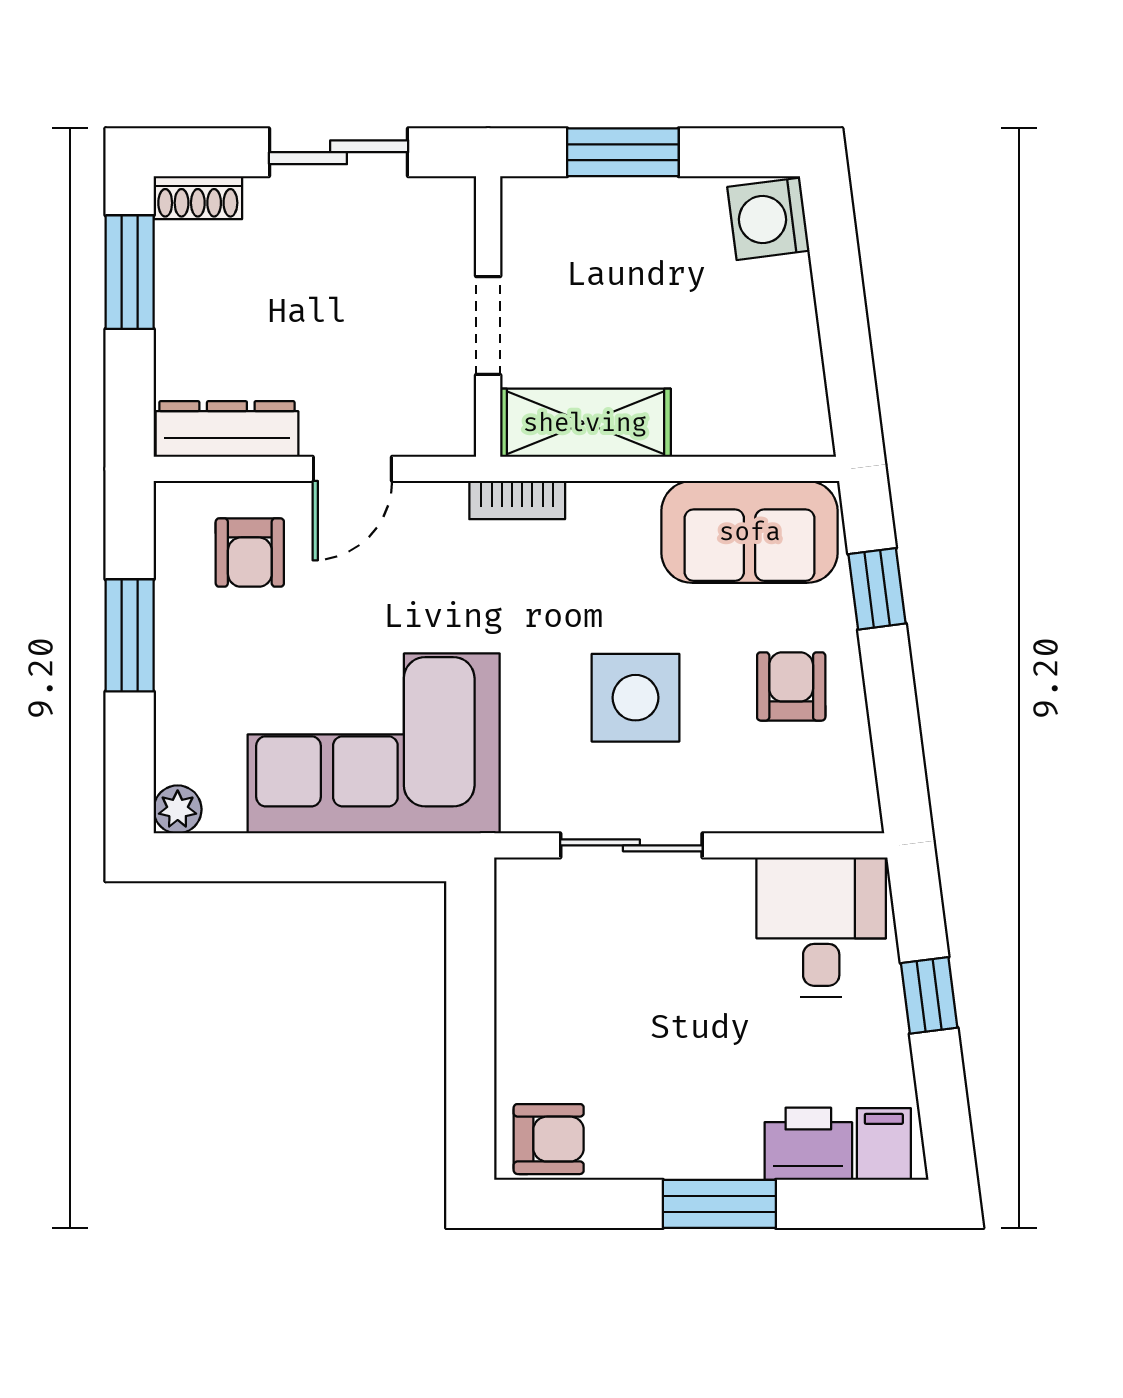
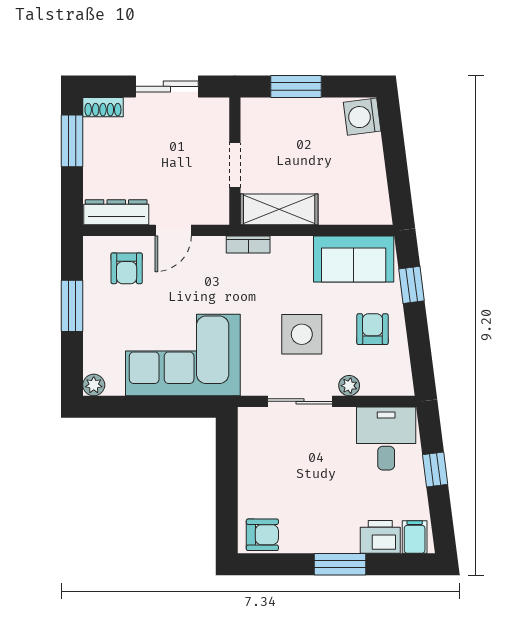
plant: (740, 811) -> (349, 386), added

